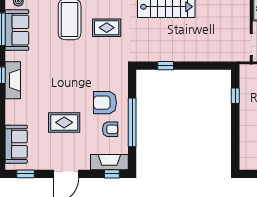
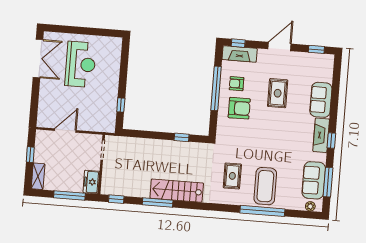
rug: (107, 28) -> (232, 176), turned 90
rug: (64, 122) -> (278, 93), turned 90
sofa: (16, 144) -> (321, 100), moved

